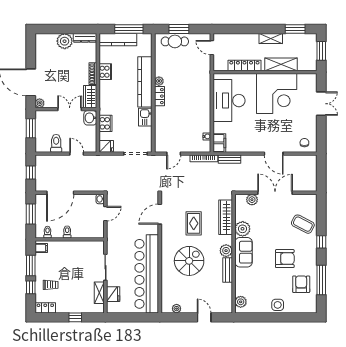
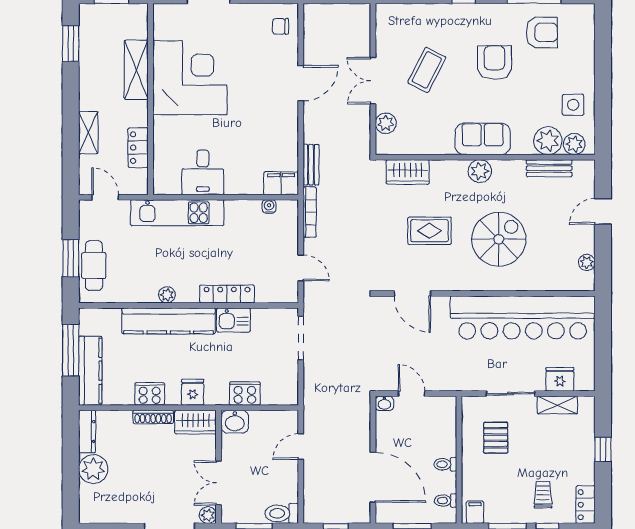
shelving: (271, 38) -> (88, 133), moved
door: (212, 48) -> (105, 197), swing flipped
locker: (244, 65) -> (138, 148), width x0.66
kitchen unit: (203, 87) -> (177, 213), added
locker: (159, 96) -> (227, 294), moved, width x1.53
desk: (229, 101) -> (203, 172), width x0.53, depth x0.77
double door: (70, 109) -> (219, 483), moved
toilet: (56, 143) -> (282, 513), moved
fridge: (106, 146) -> (193, 392), moved
double door: (275, 193) -> (373, 81), width x0.73
wardrobe: (226, 217) -> (408, 172), width x0.67
coffee table: (303, 224) -> (427, 70), moved
plant: (243, 229) -> (548, 141), moved
pallet: (82, 259) -> (496, 438), added
spiral stairs: (189, 261) -> (499, 239), turned 90
bench: (228, 270) -> (549, 168), moved
armchair: (301, 284) -> (542, 32), turned 180
side table: (278, 305) -> (573, 105), moved

